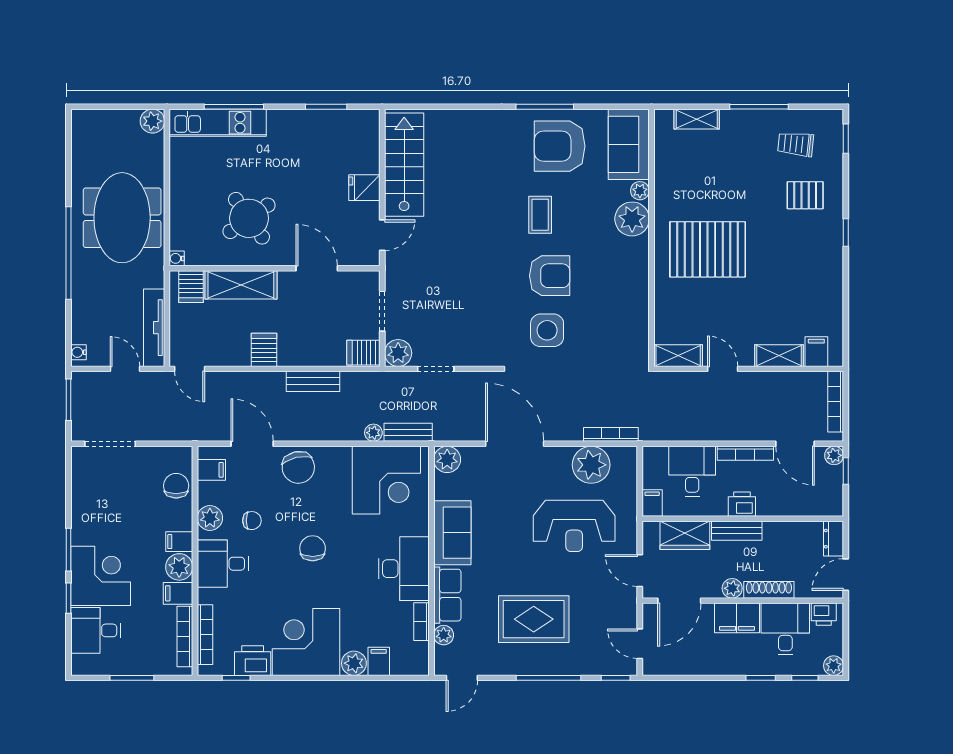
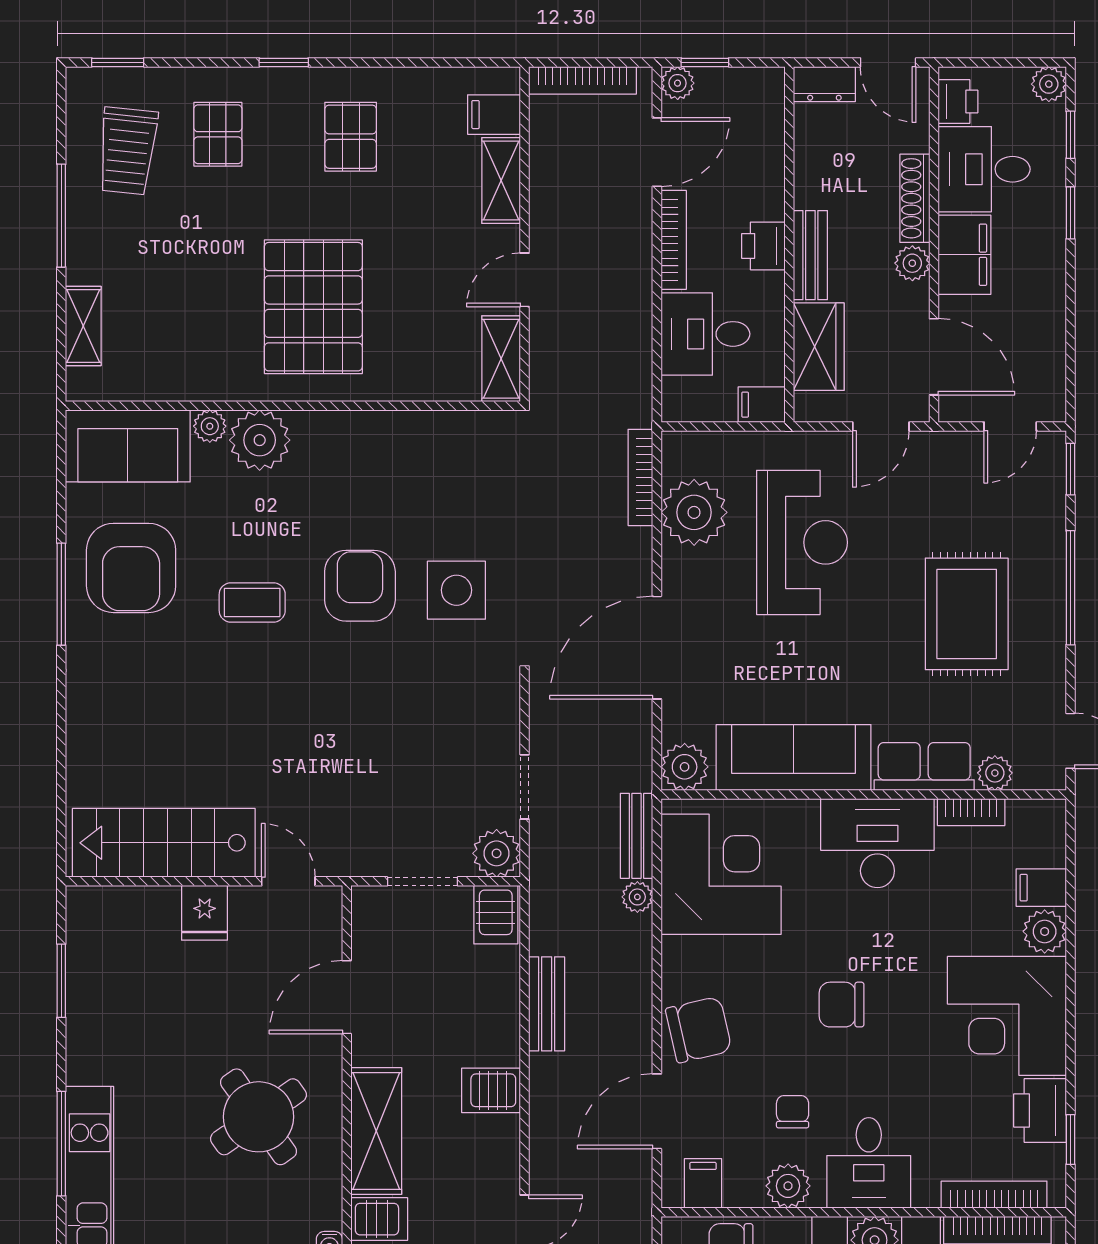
trolley: (796, 144) -> (127, 151), width x1.36, depth x1.39
pallet: (804, 270) -> (351, 137), added
sofa: (452, 533) -> (794, 757), width x1.36

